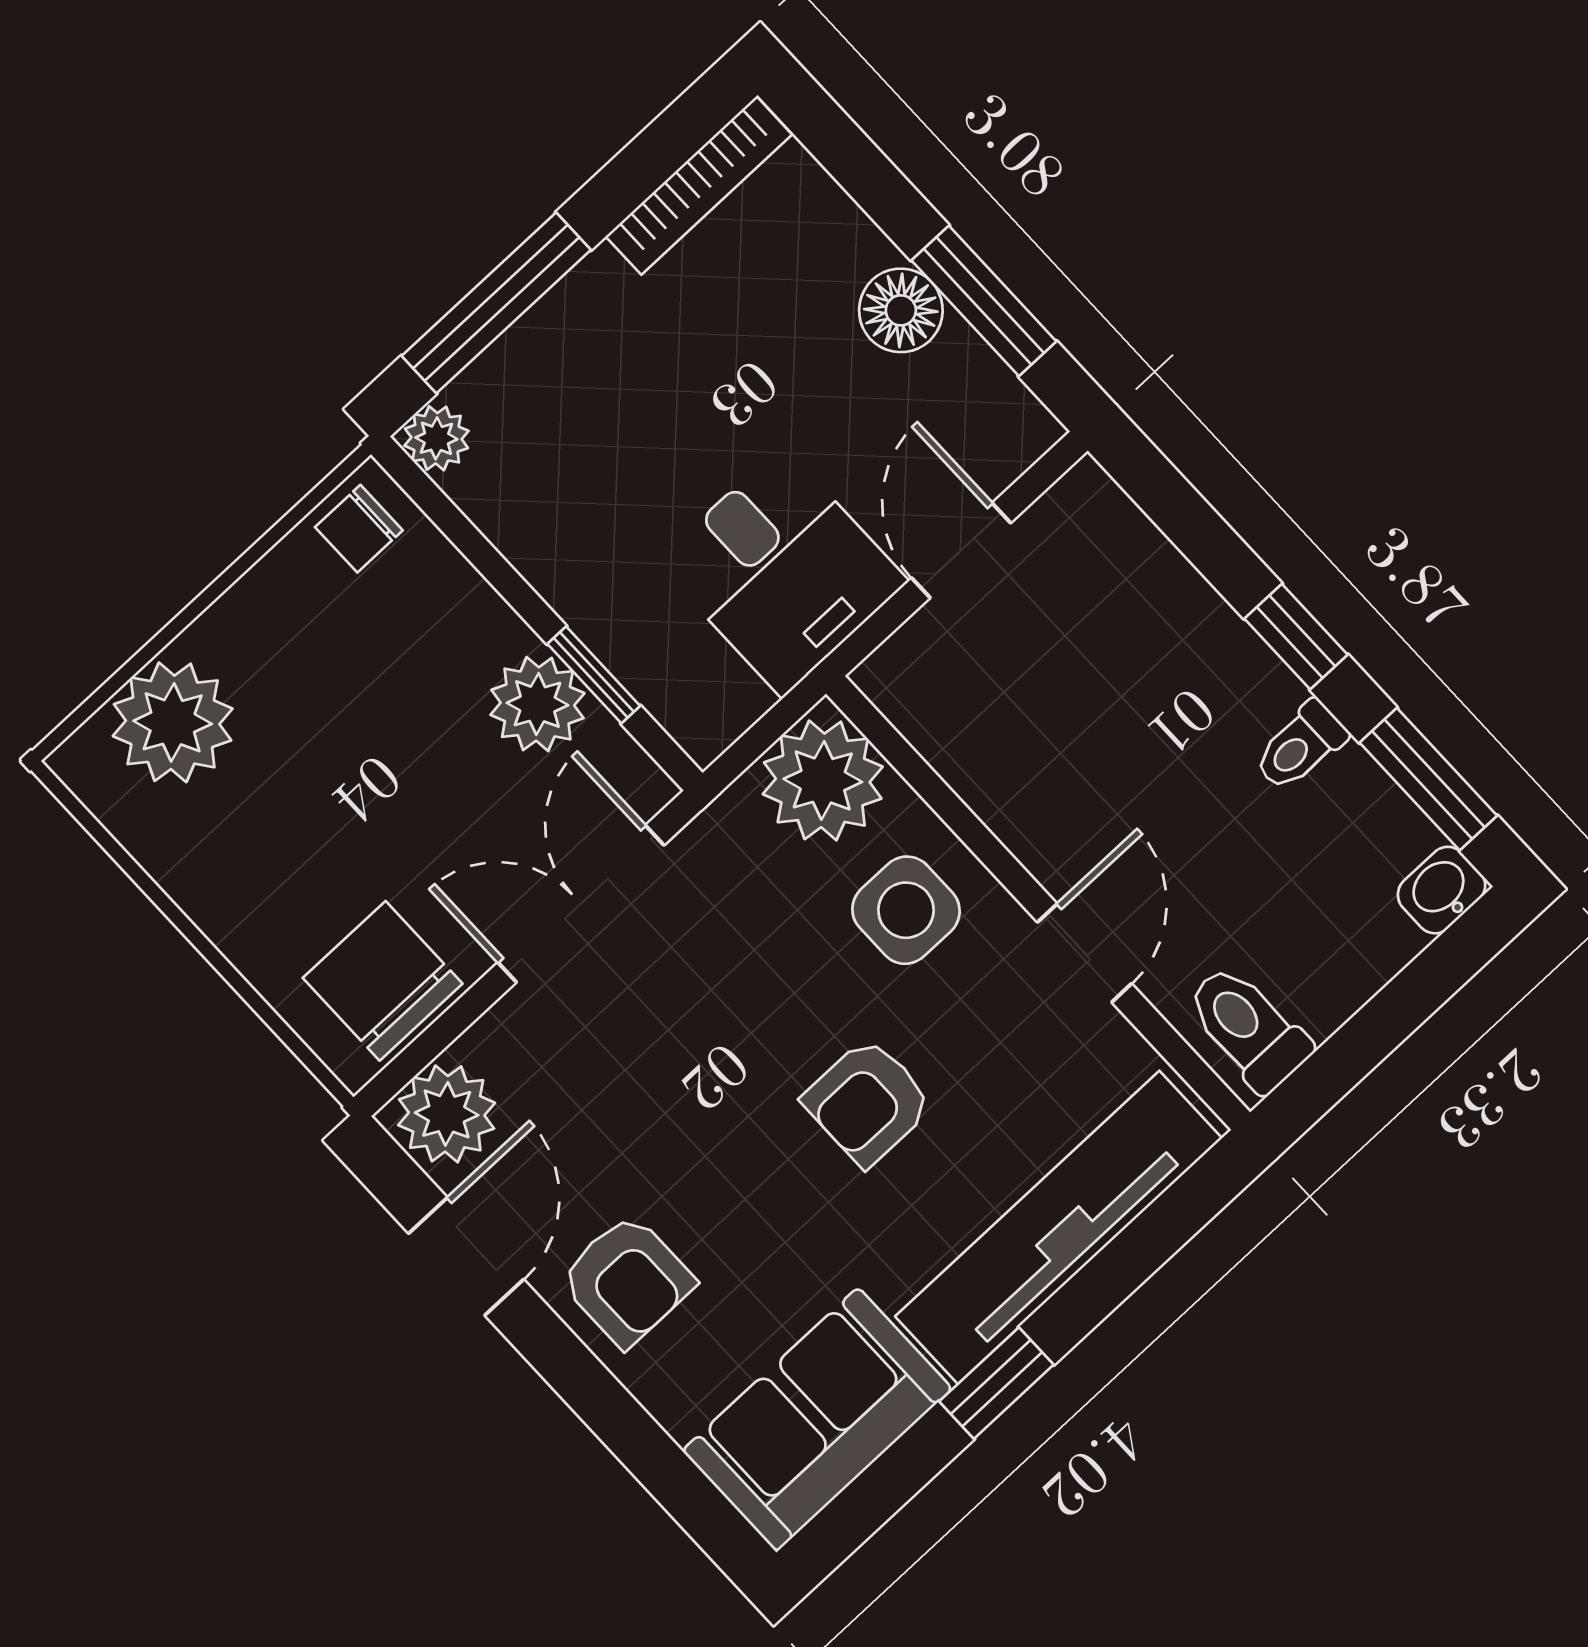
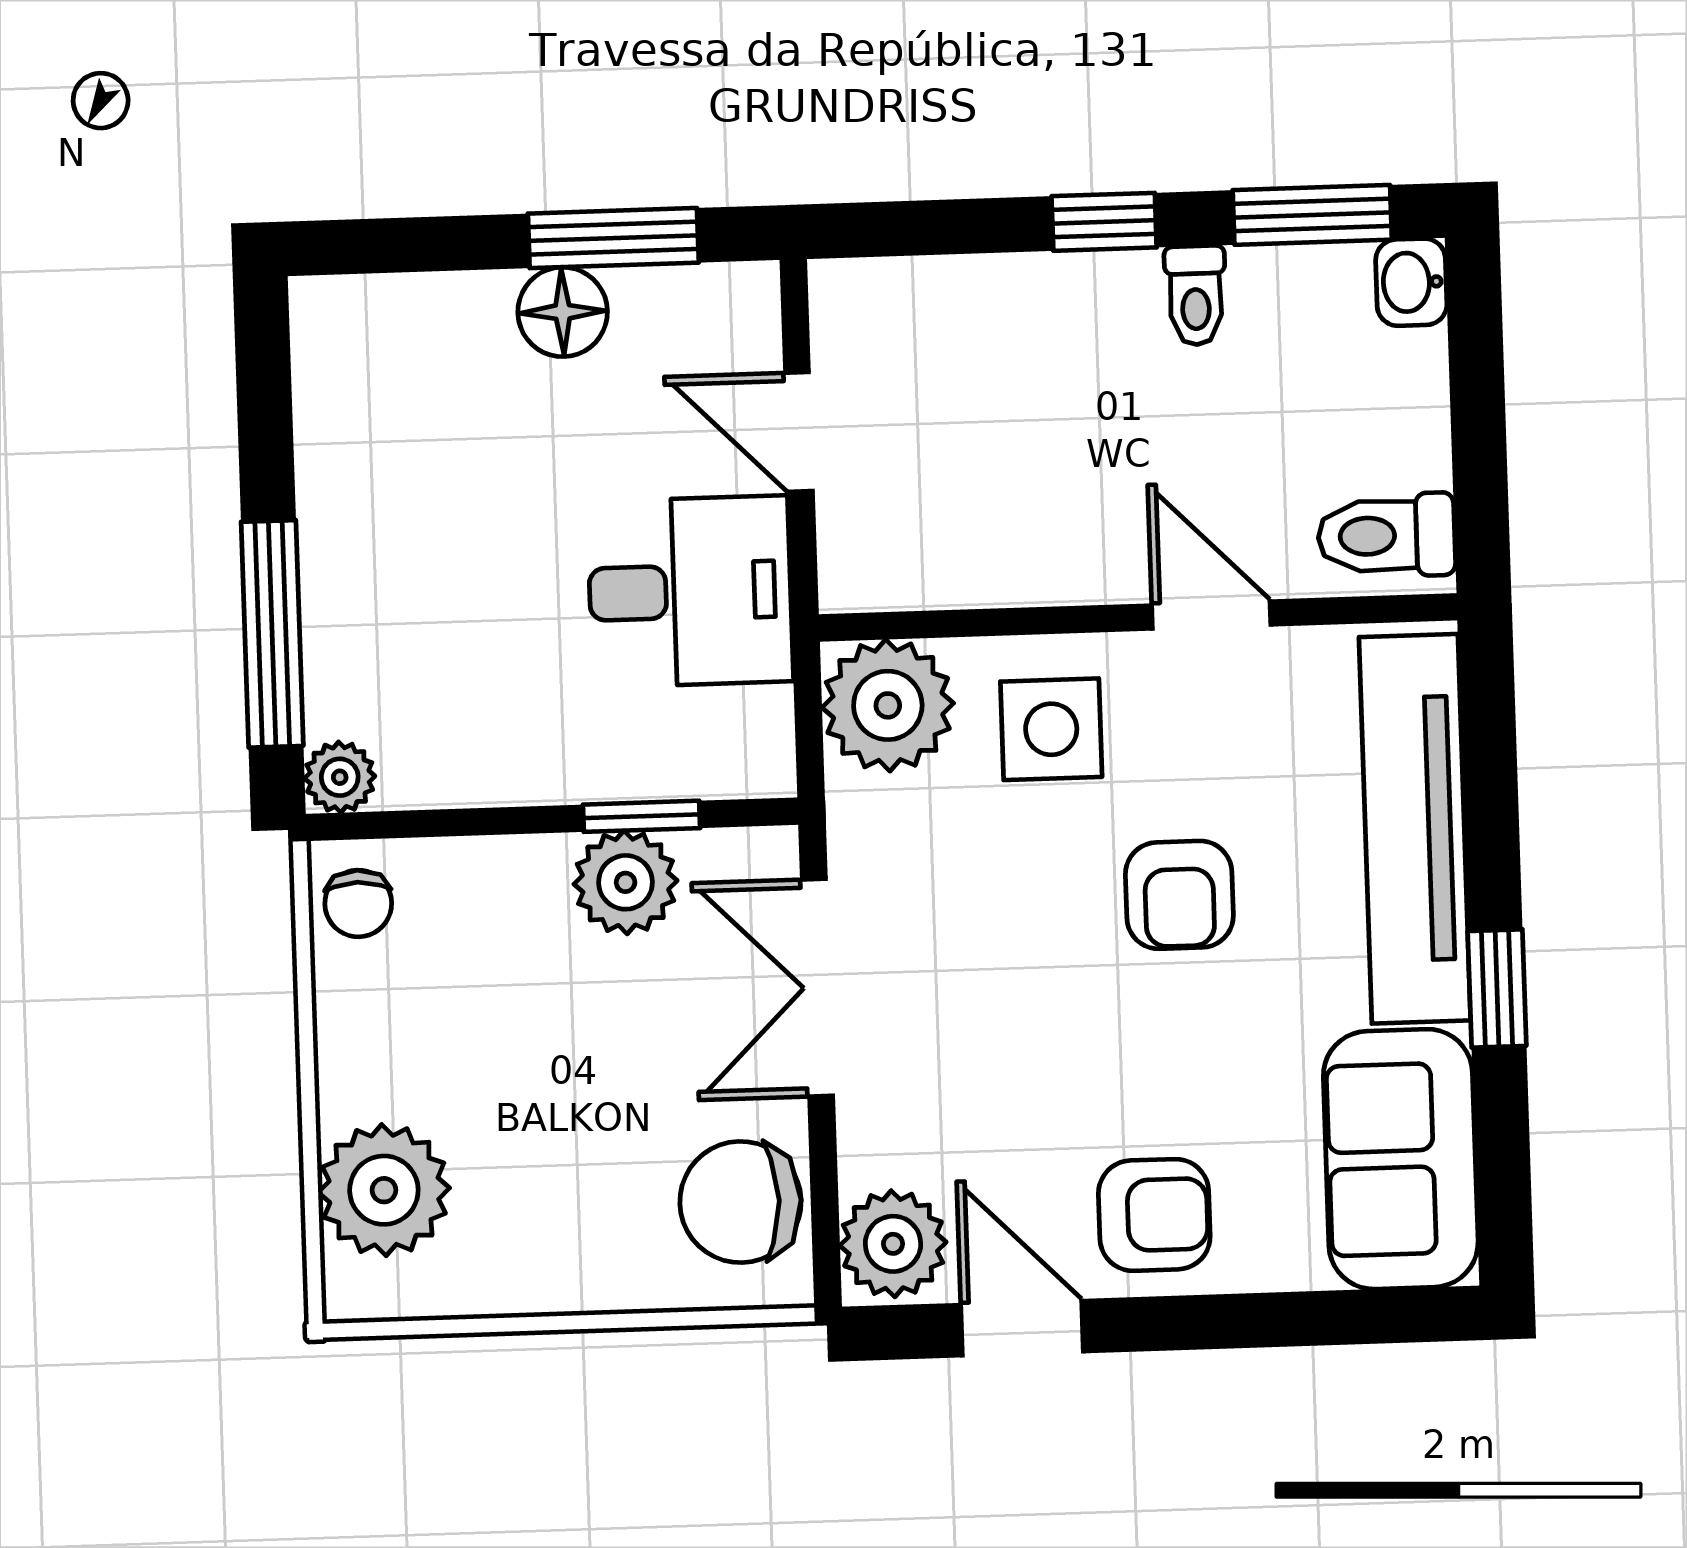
bookcase: (699, 185) -> (320, 387), removed

